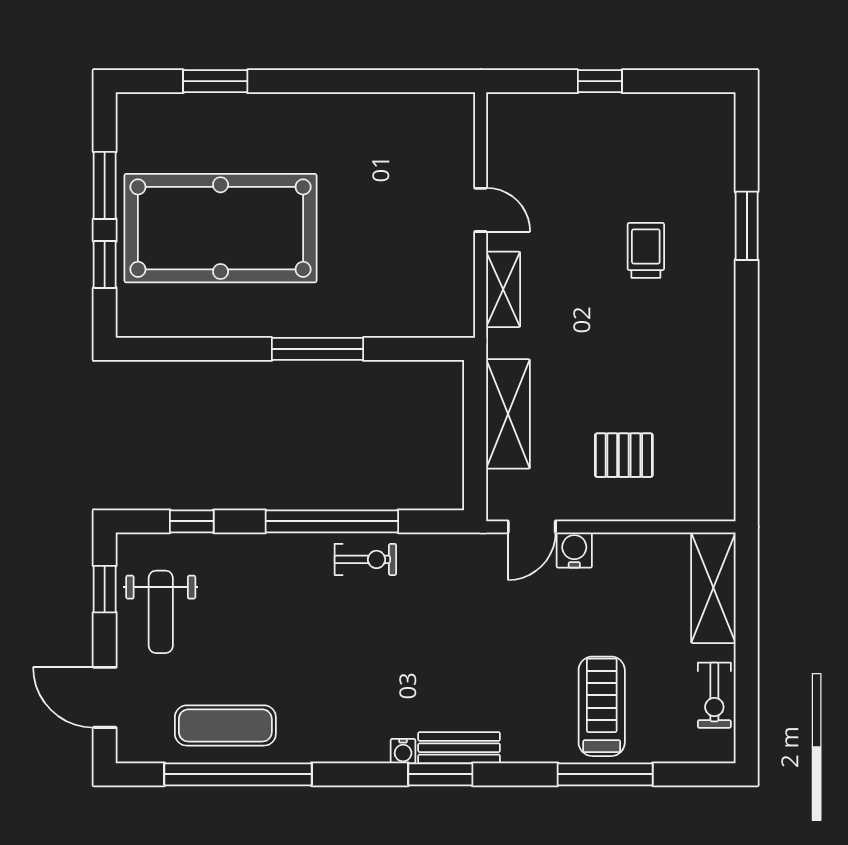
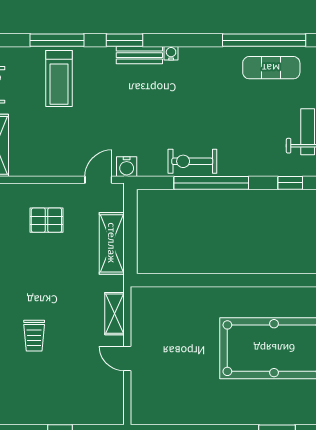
window: (318, 349) -> (219, 280), removed
water cooler: (574, 550) -> (127, 167), moved
exercise bike: (365, 559) -> (192, 161), width x1.38, depth x1.39
window: (440, 774) -> (124, 40), moved

